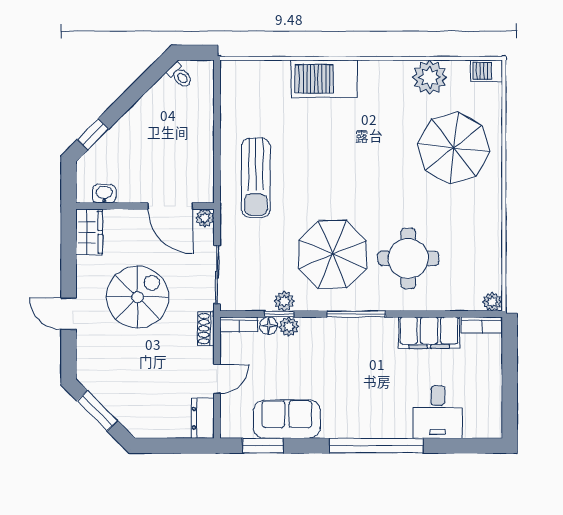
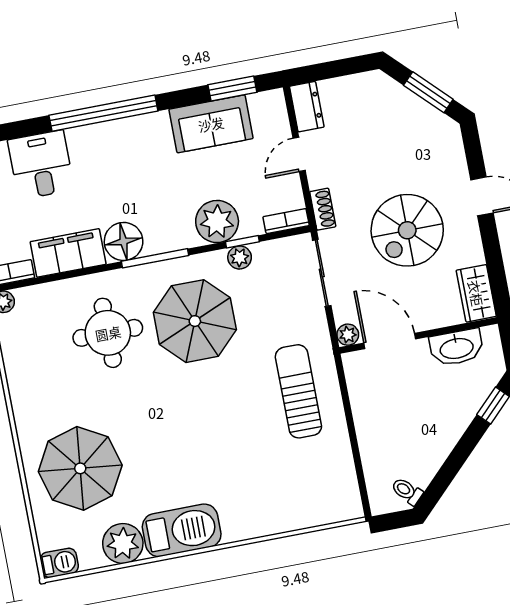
barbecue: (324, 79) -> (182, 530), moved
washbasin: (104, 194) -> (456, 348), width x1.91, depth x1.45
floor lamp: (268, 326) -> (124, 241), moved, width x1.89, depth x1.89
plant: (289, 327) -> (217, 221), width x1.88, depth x1.88

